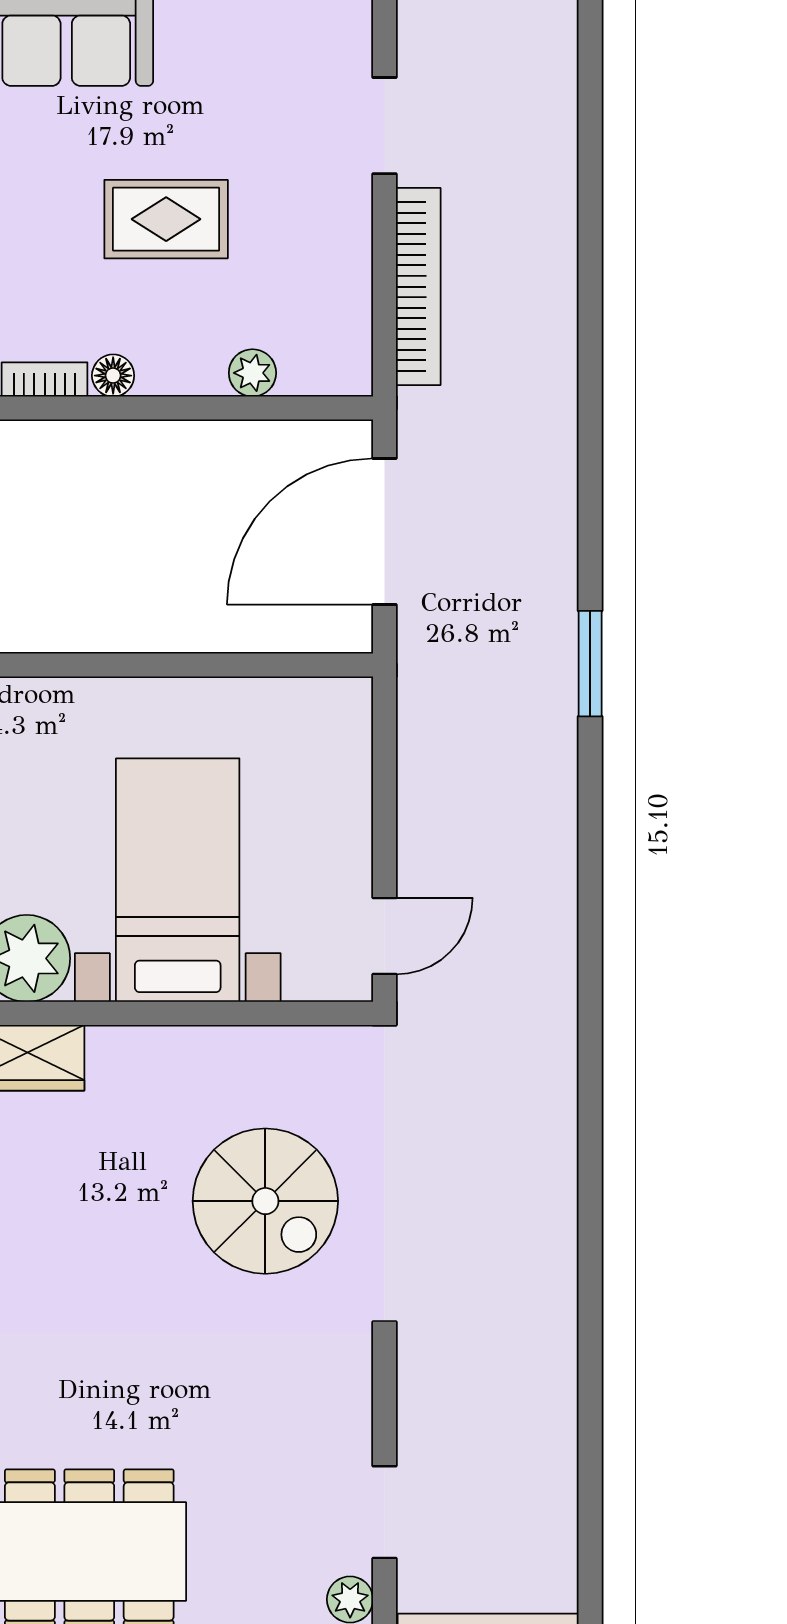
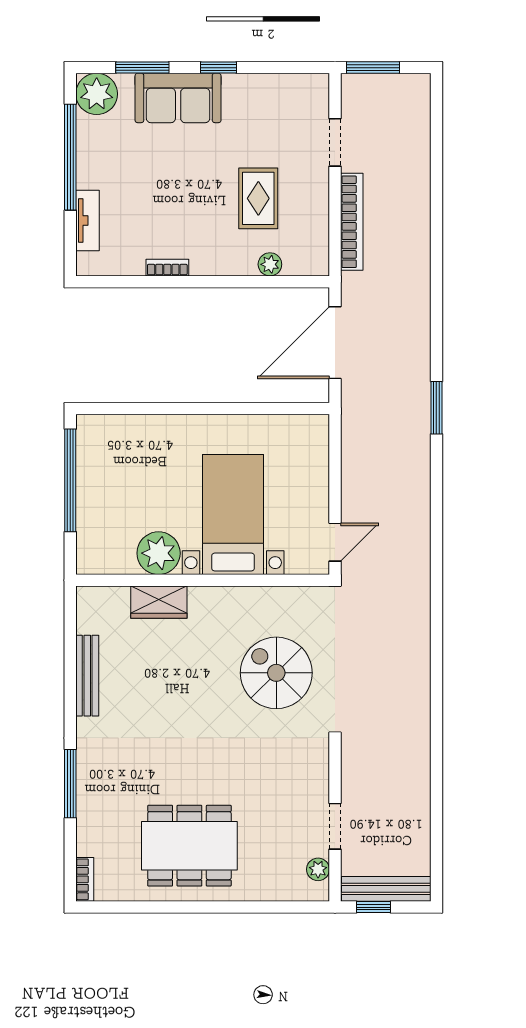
rug: (166, 219) -> (258, 198), moved, turned 90
floor lamp: (113, 376) -> (201, 266), removed
spiral stairs: (265, 1201) -> (276, 673), turned 180

